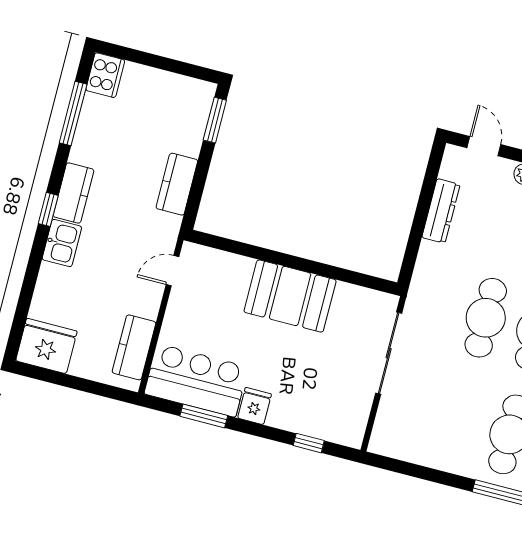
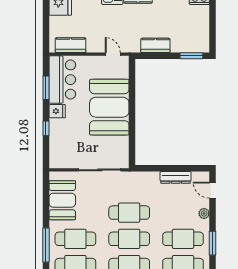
door: (484, 146) -> (213, 190), swing flipped
booth: (290, 296) -> (109, 107), width x1.36, depth x1.42
booth: (428, 440) -> (62, 200), added
window: (309, 443) -> (46, 128), moved

